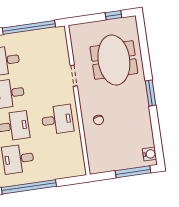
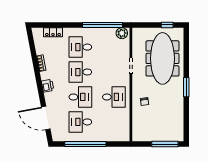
plant: (56, 34) -> (122, 33), added
meeting table: (114, 60) -> (162, 58), width x1.36
water cooler: (150, 154) -> (179, 133), removed

